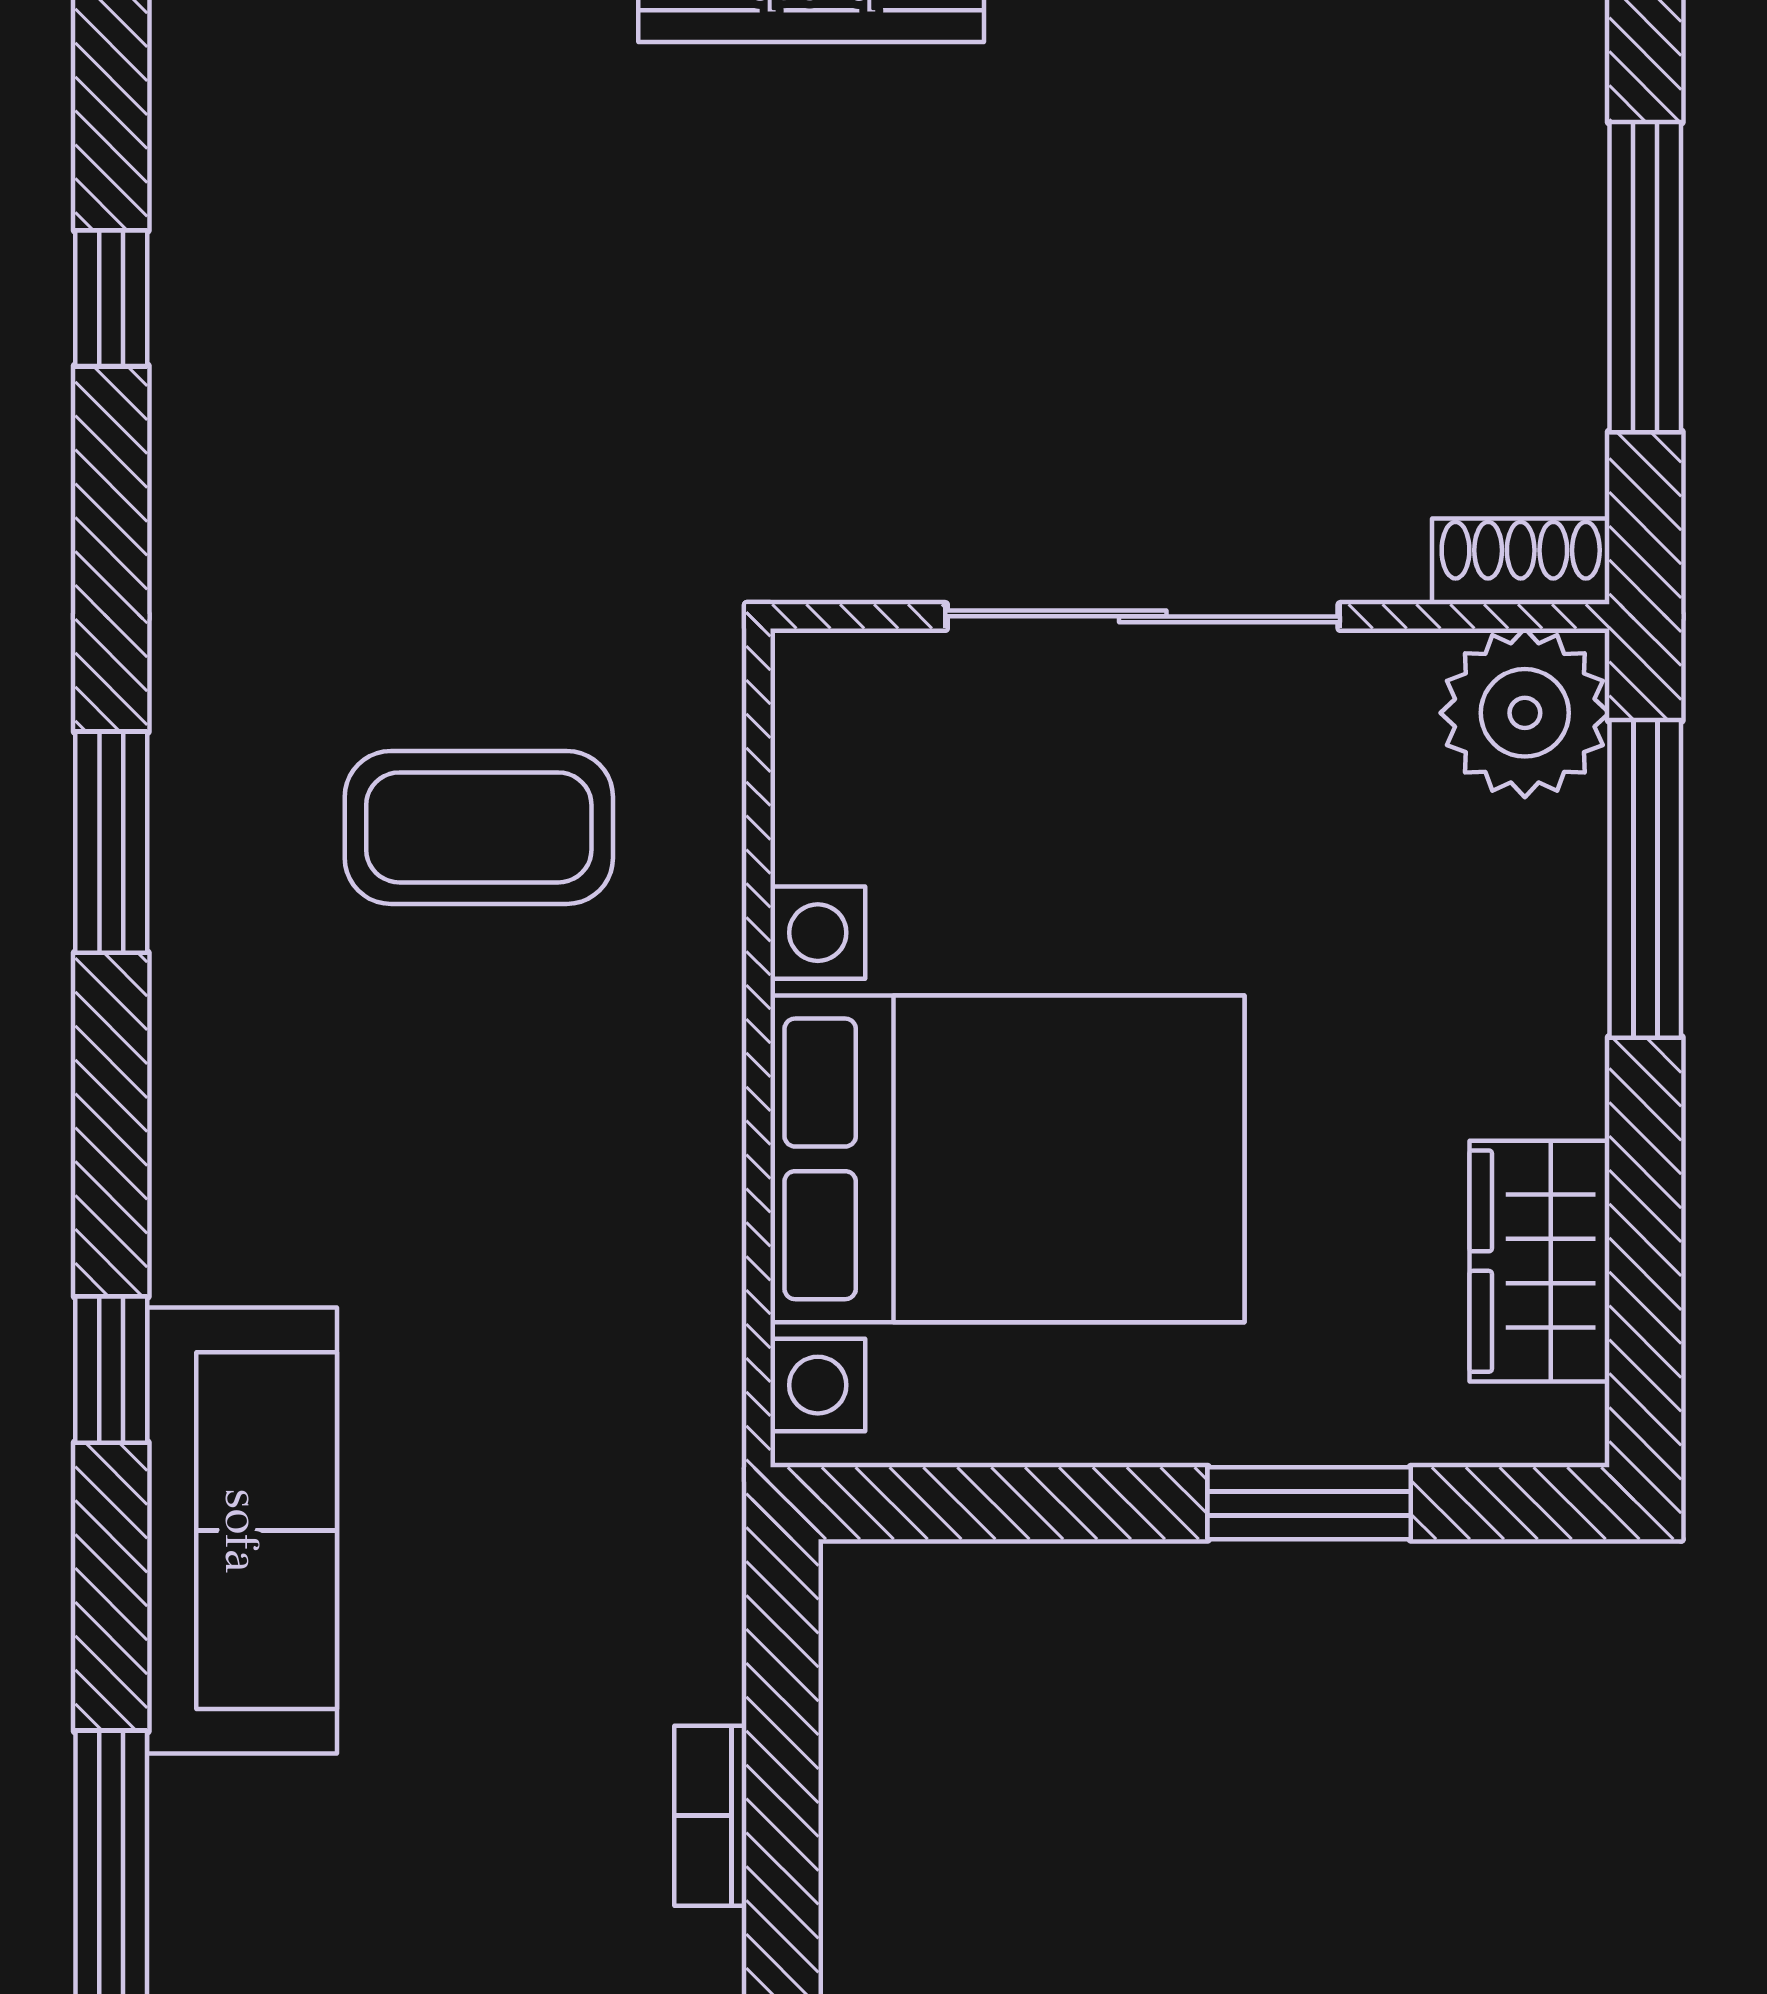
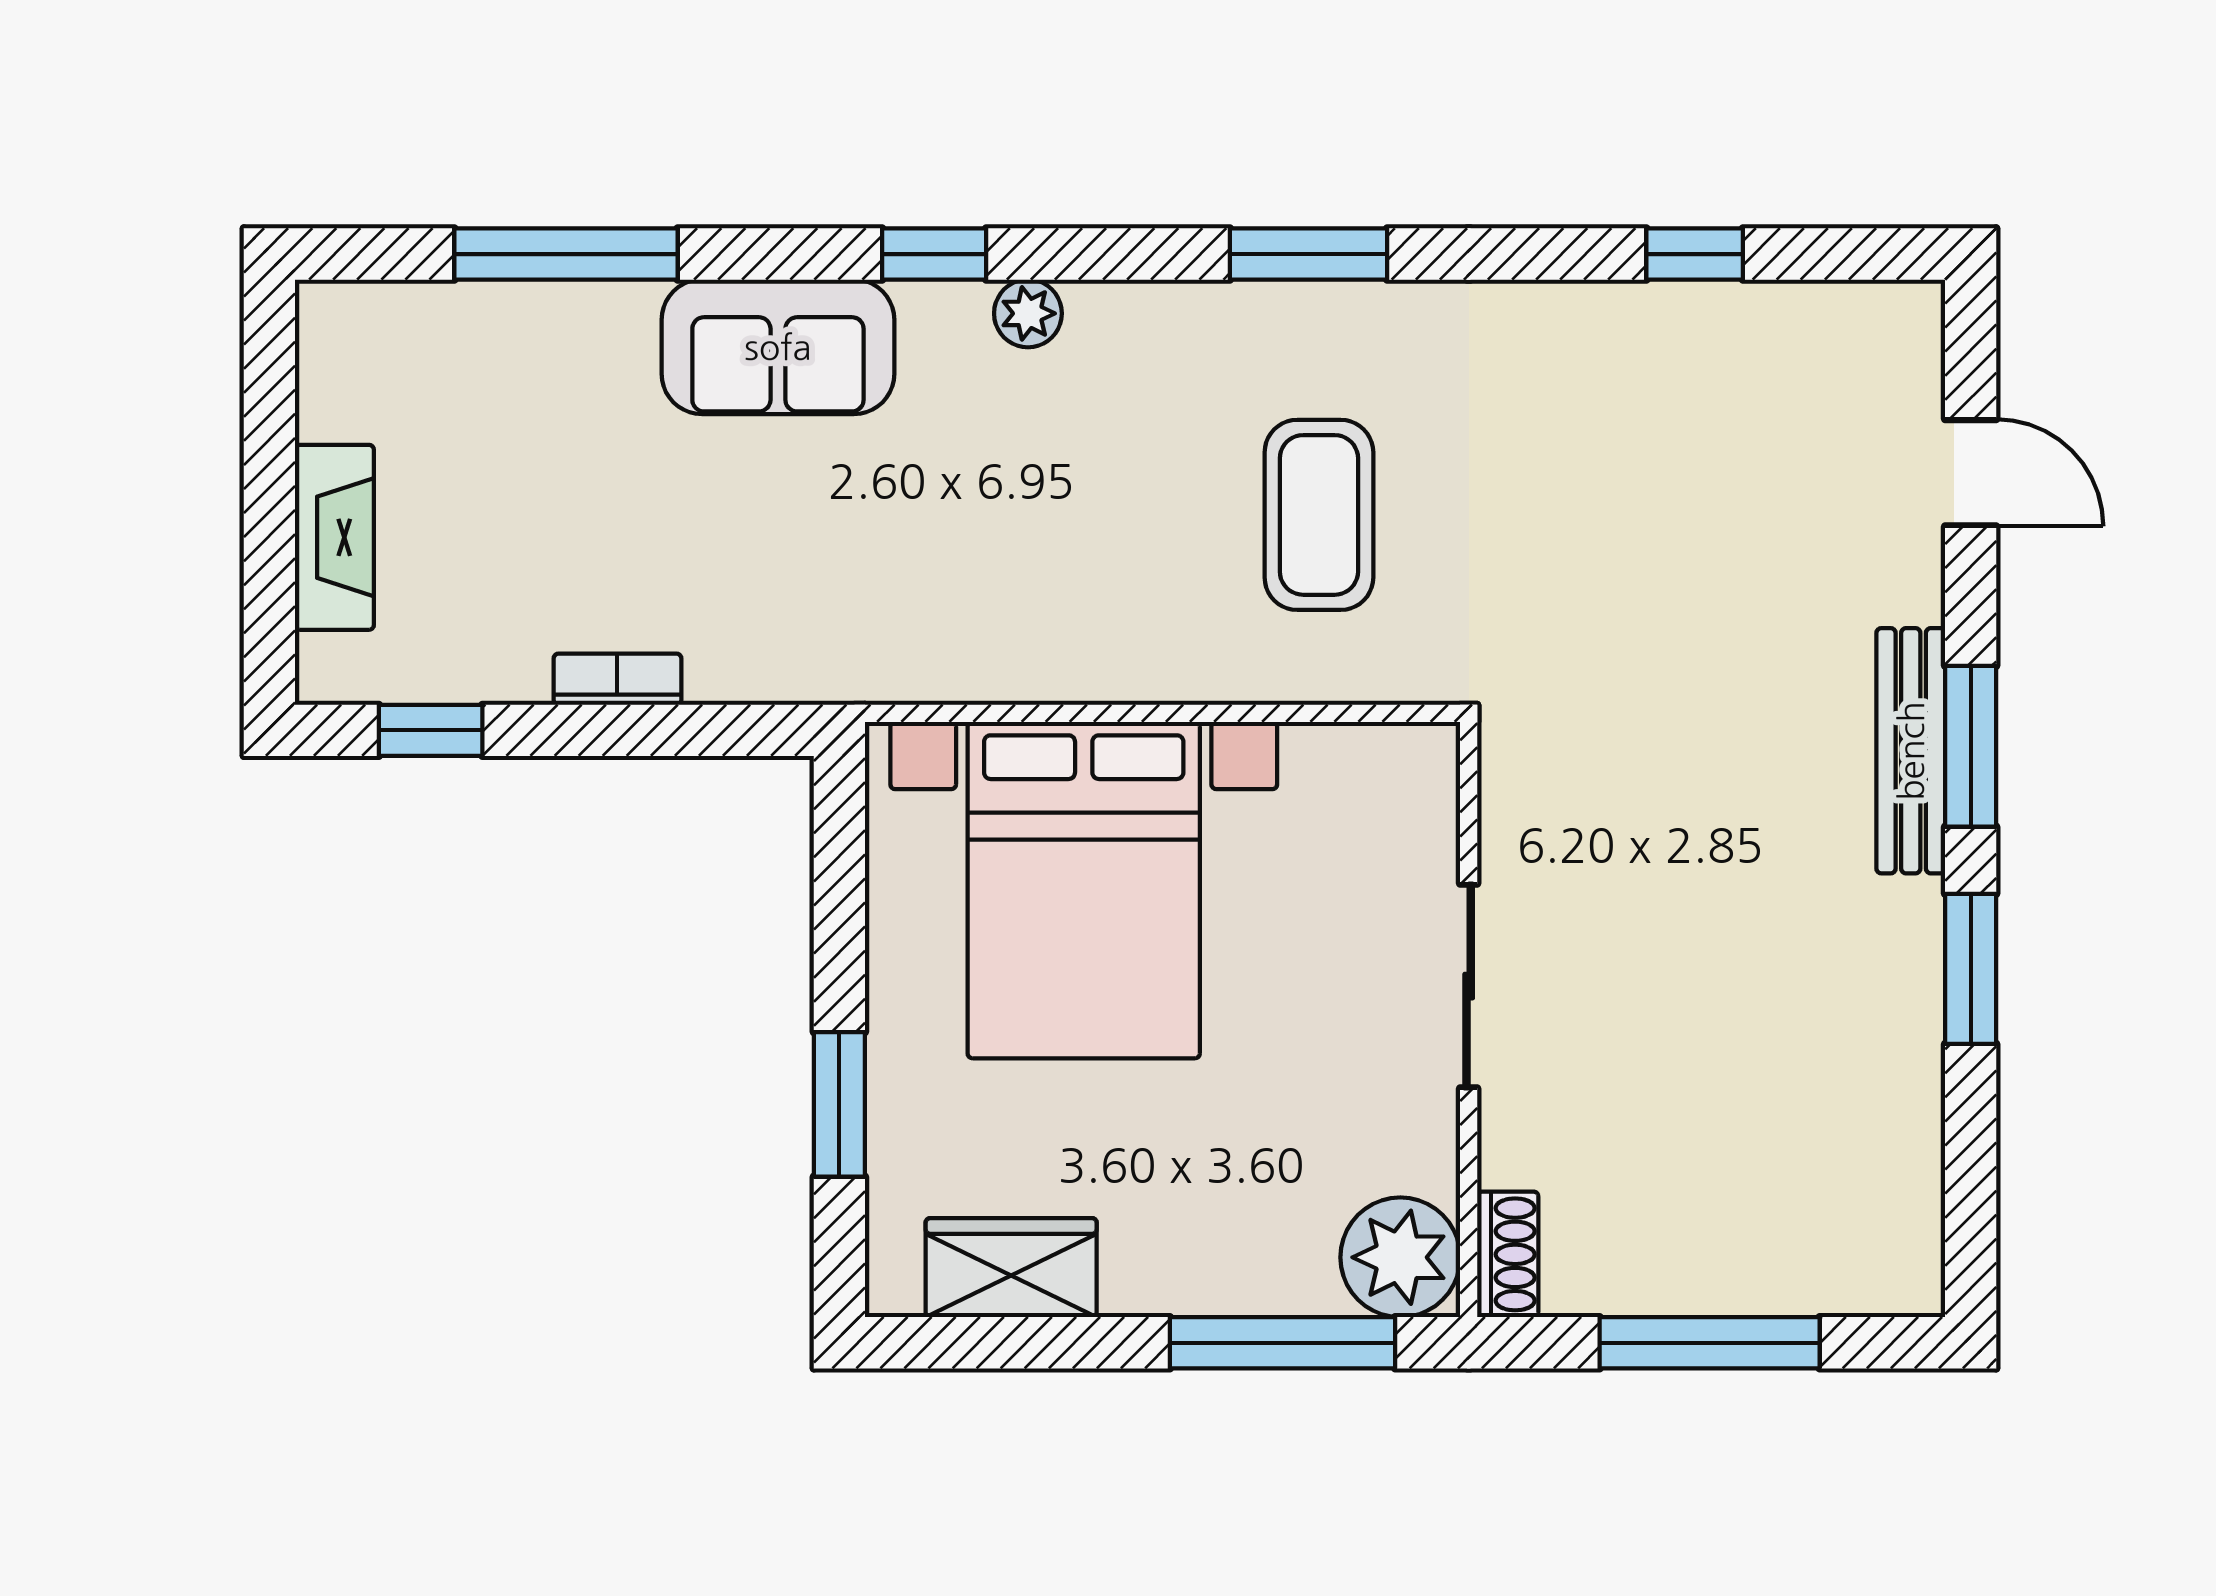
sliding door: (1143, 616) -> (1469, 986), width x0.73
plant: (195, 1237) -> (1028, 313), added
sofa: (242, 1531) -> (778, 347), width x0.73

